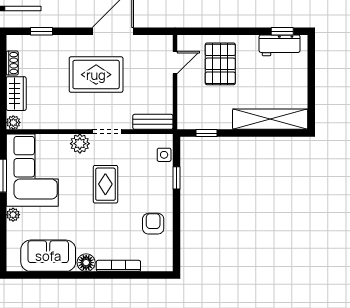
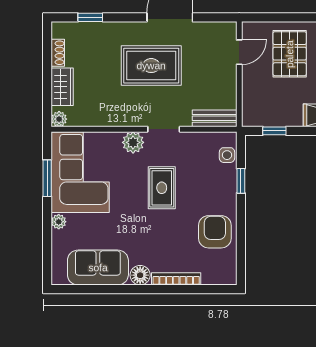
armchair: (153, 224) -> (215, 232), width x1.38, depth x1.38

